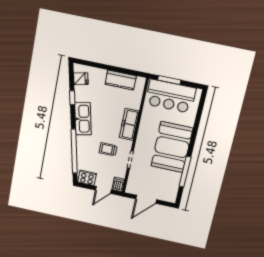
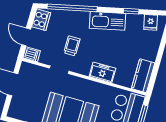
kitchen counter: (121, 80) -> (143, 76), moved
freezer: (129, 124) -> (102, 72), width x0.71

